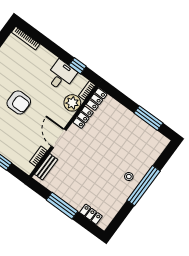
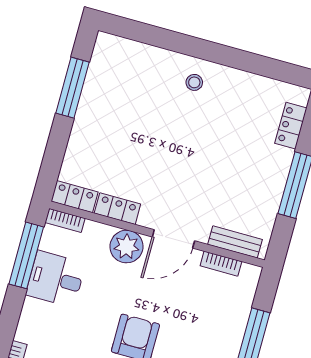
window: (78, 66) -> (26, 255), width x2.17
plant: (72, 103) -> (126, 247), moved
window: (144, 186) -> (201, 49), removed

